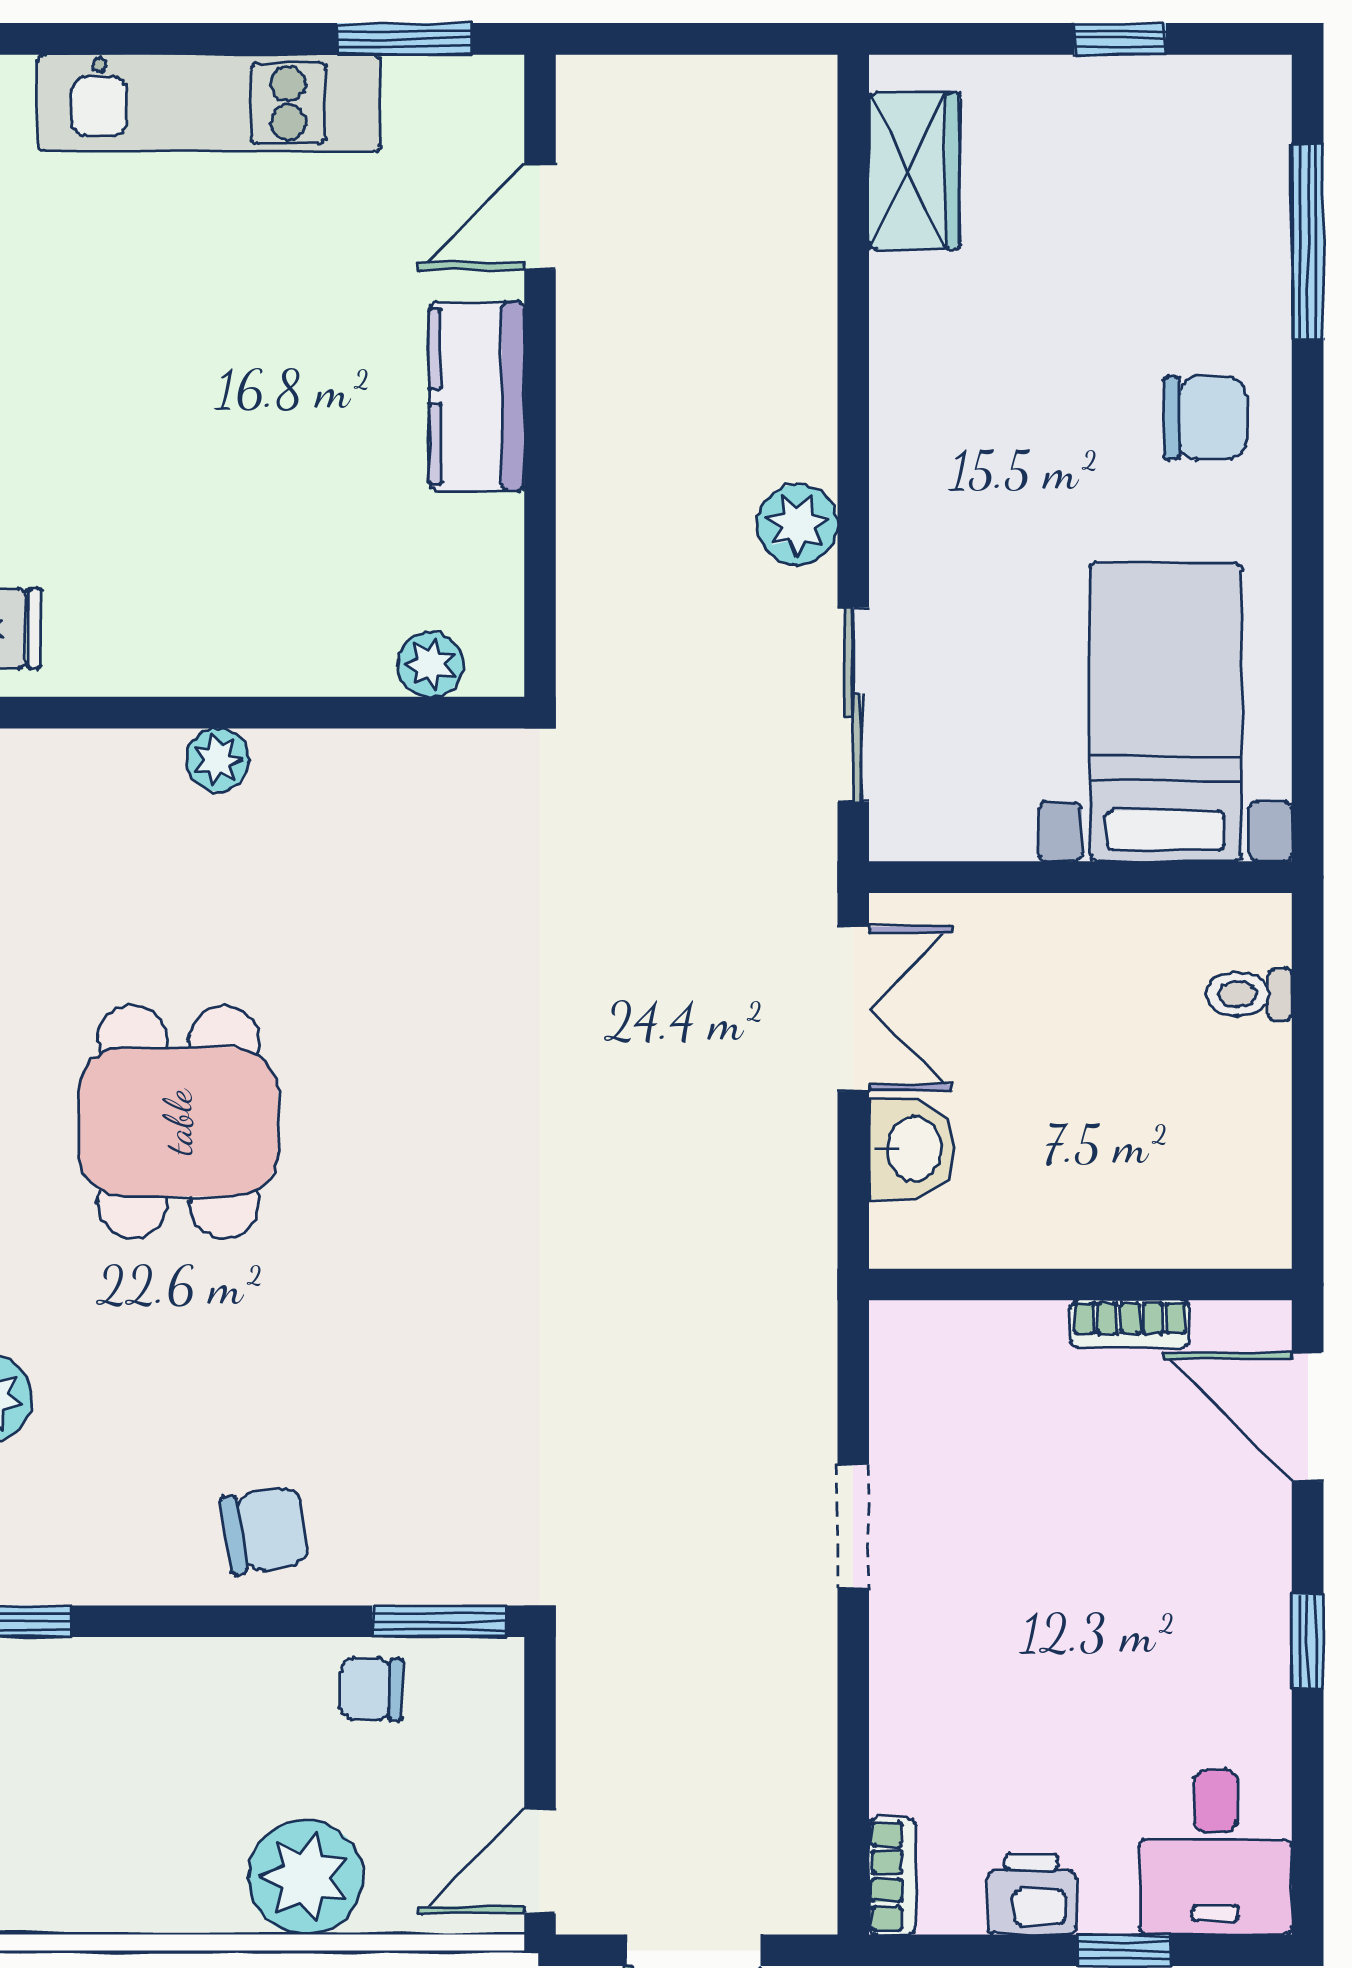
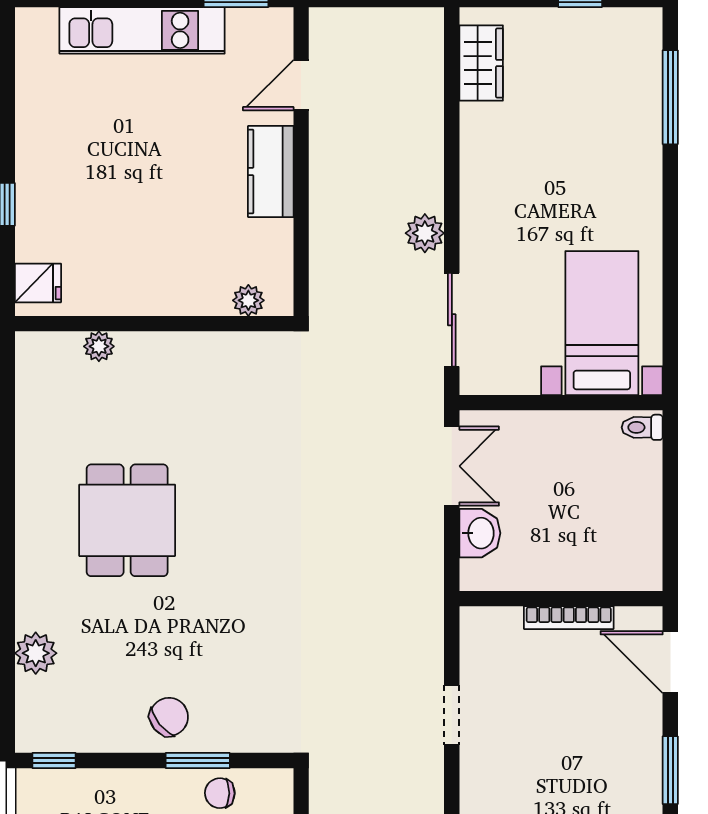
chair: (1205, 418) -> (621, 182), removed
plant: (218, 760) -> (99, 346), moved
toilet: (1249, 994) -> (642, 427), moved
bookcase: (1130, 1324) -> (569, 618), width x1.56
chair: (265, 1530) -> (169, 717), turned -30
window: (439, 1621) -> (198, 761), moved
window: (1308, 1641) -> (670, 770), width x1.50

